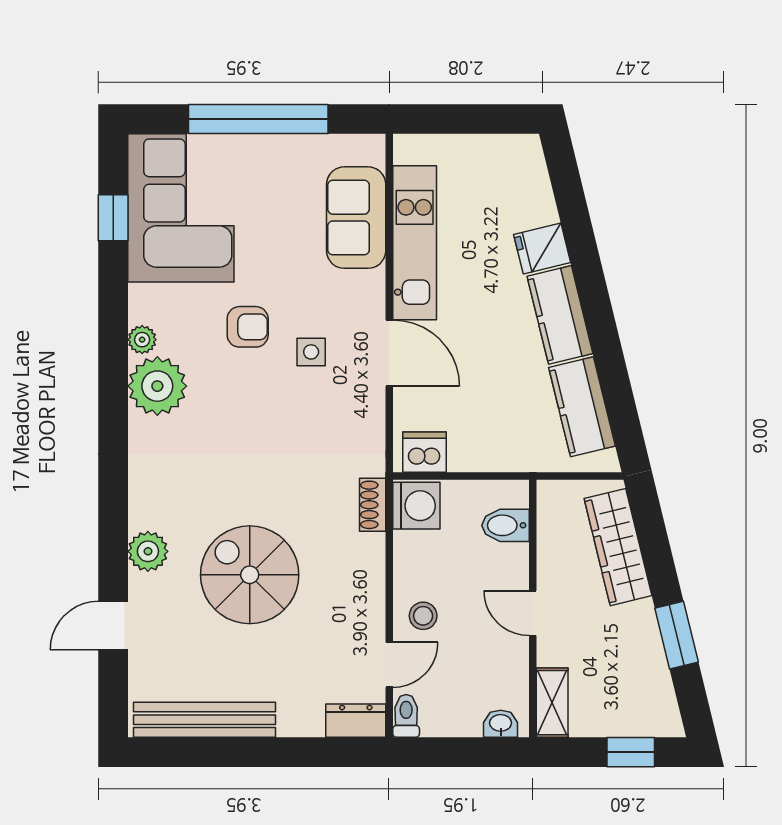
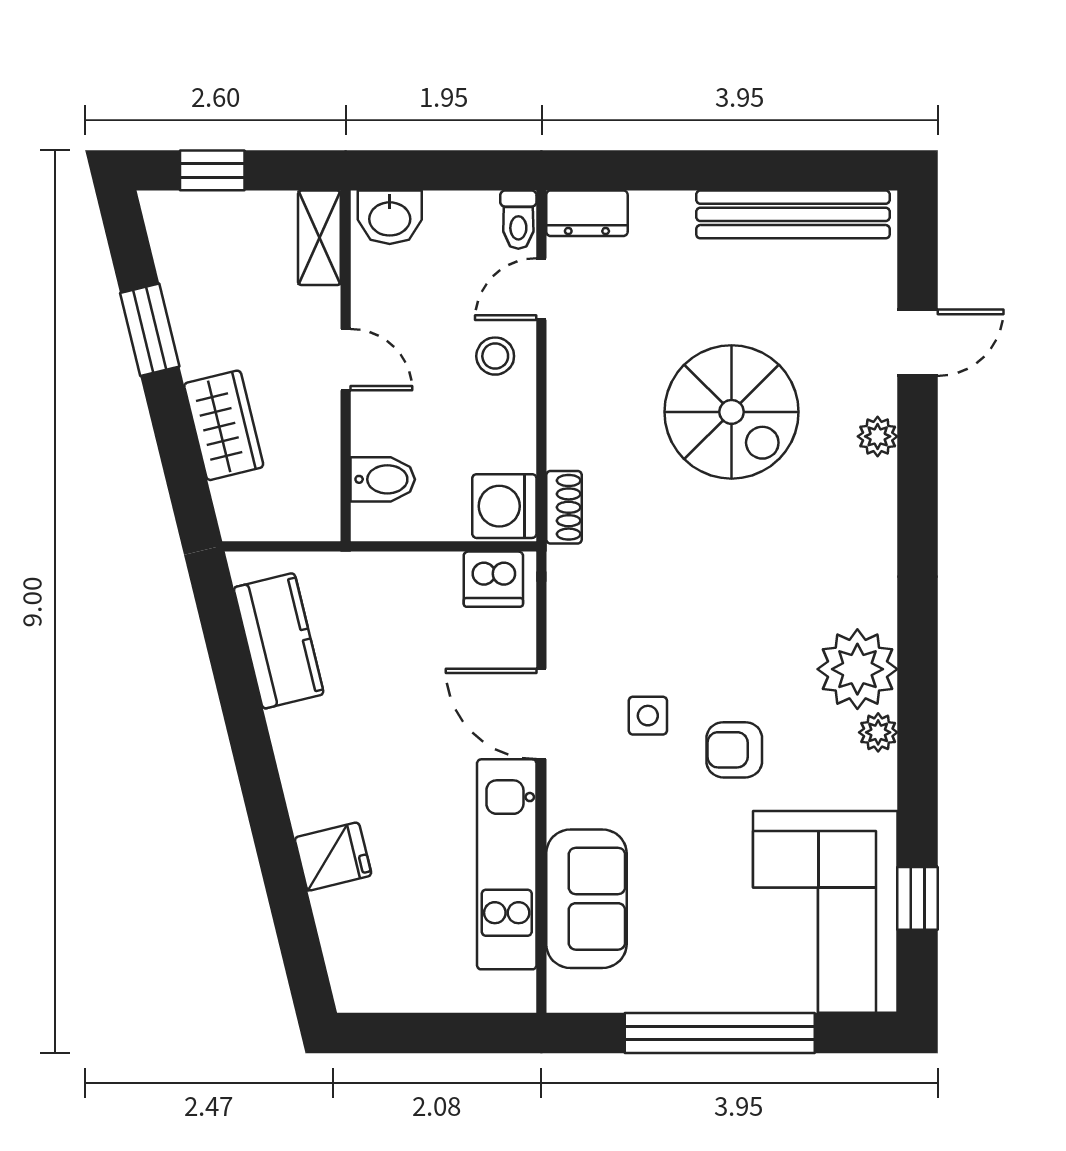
kitchen counter: (560, 315) -> (309, 766), removed
wardrobe: (618, 547) -> (224, 425), width x0.67
plant: (148, 551) -> (878, 436), width x0.73, depth x0.73
washbasin: (501, 724) -> (390, 217), width x1.38, depth x1.45

